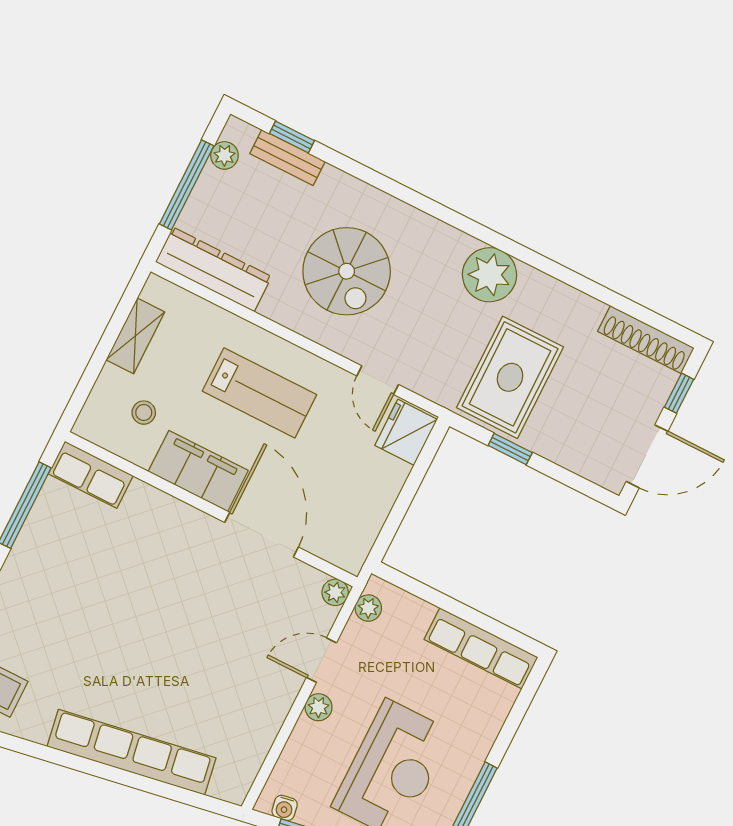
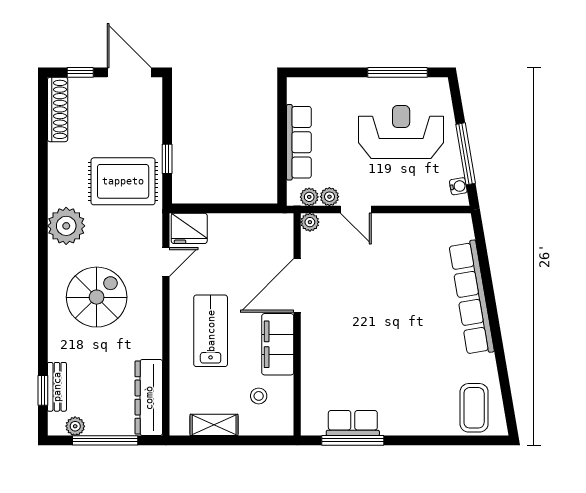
spiral stairs: (347, 271) -> (97, 297), moved
row of seats: (91, 475) -> (353, 423), moved, turned -90
row of seats: (481, 648) -> (299, 142), moved
plant: (319, 707) -> (329, 197), moved

